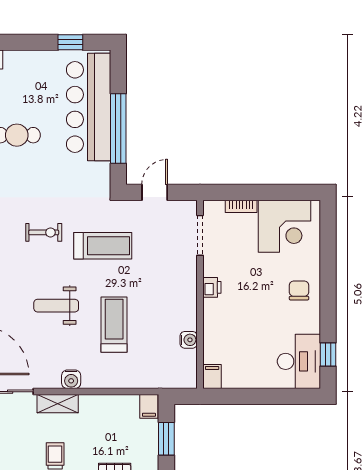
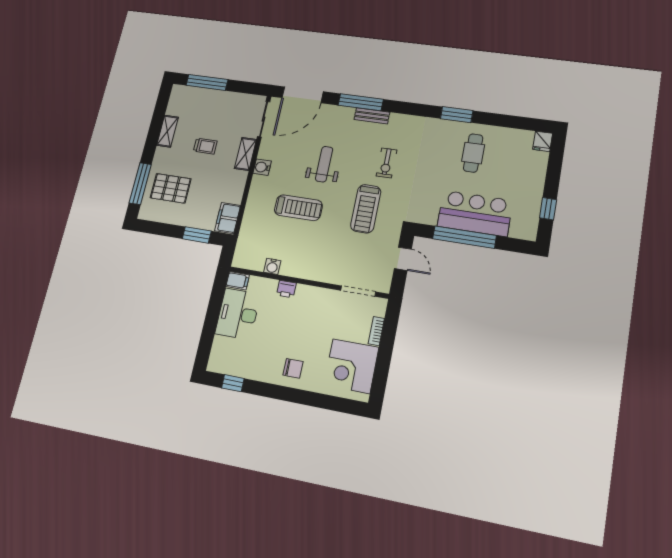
bar counter: (89, 107) -> (475, 213), width x0.73
printer: (212, 287) -> (286, 289), moved
desk: (299, 361) -> (238, 314), moved, turned 90
filing cabinet: (149, 406) -> (228, 218), width x2.00

